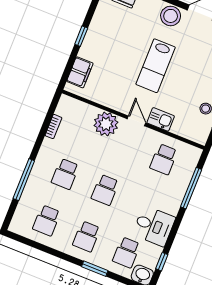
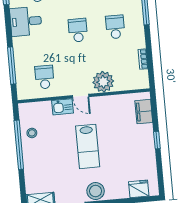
lab bench: (156, 66) -> (88, 146), turned 180

